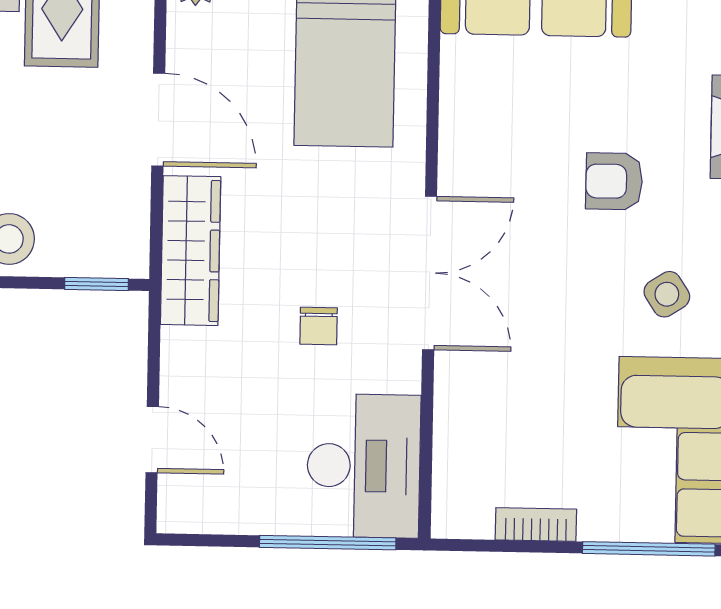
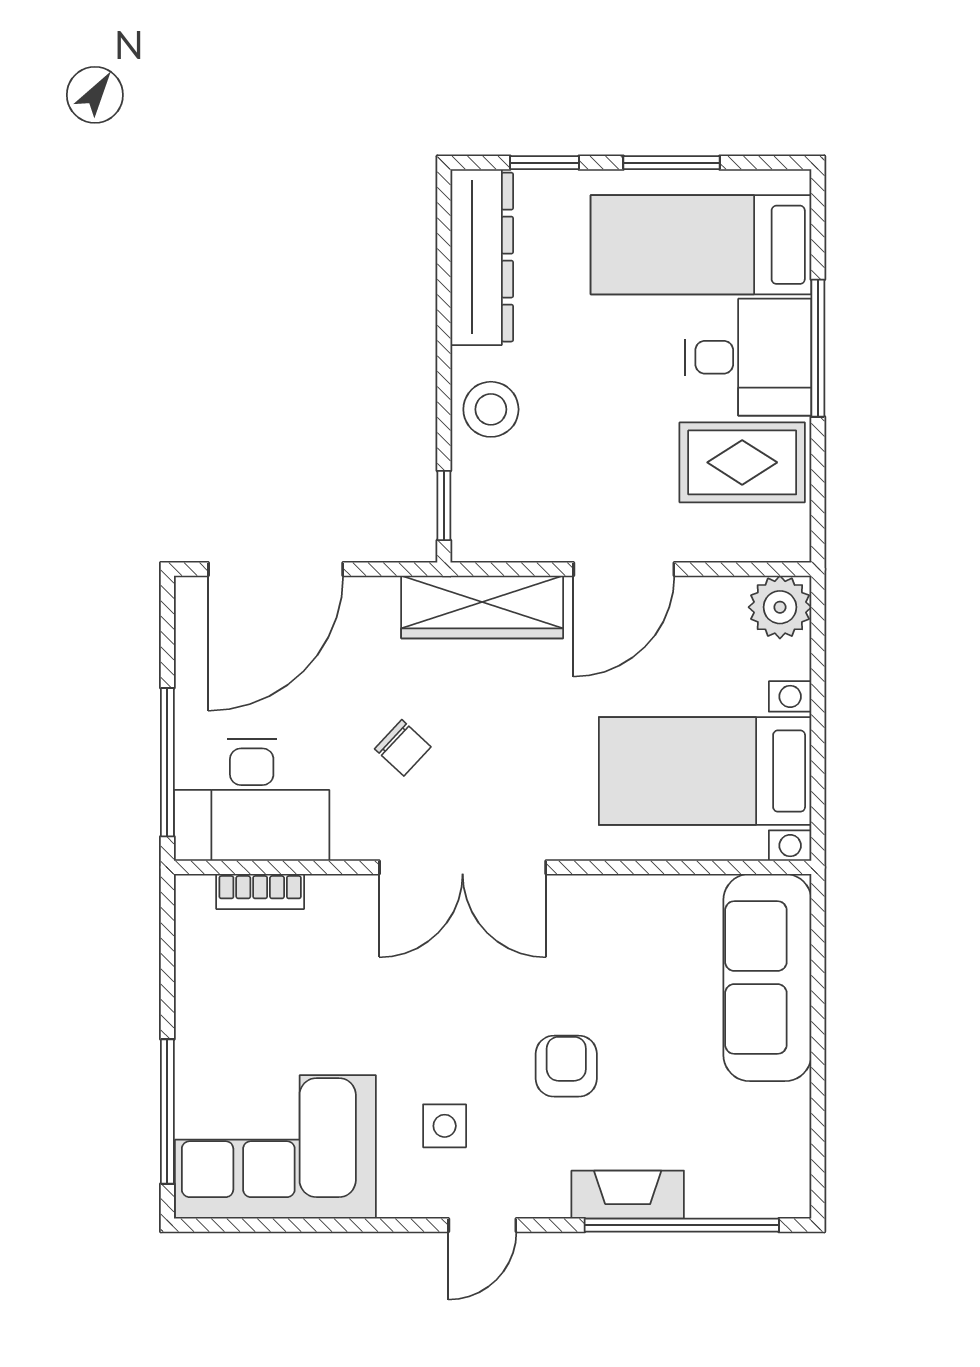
side table: (667, 294) -> (445, 1126), turned 33
chair: (319, 326) -> (403, 748), turned -137
door: (152, 440) -> (276, 569), width x1.88
bookcase: (536, 524) -> (260, 891), moved, turned 90

